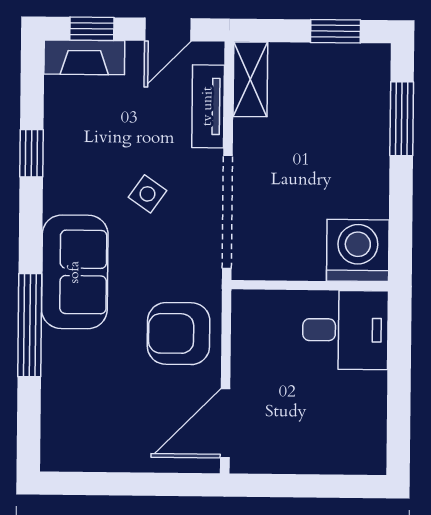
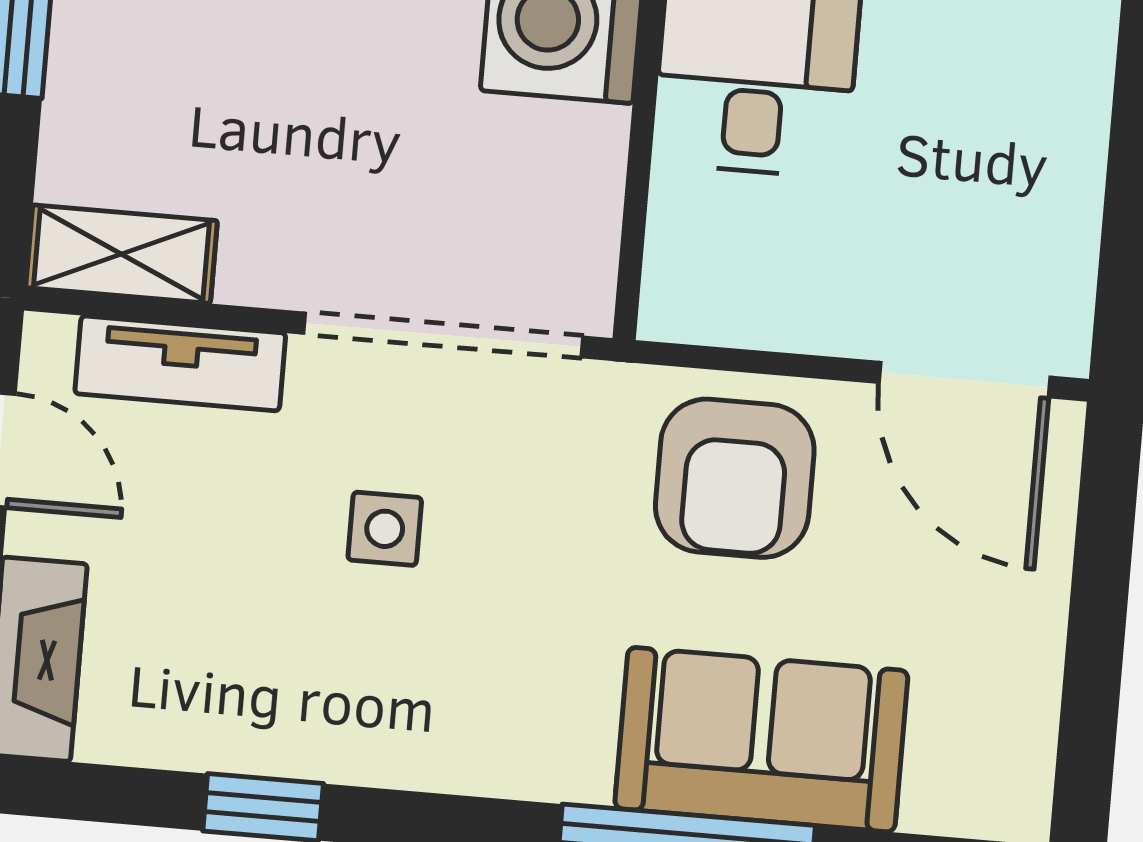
side table: (148, 194) -> (385, 529), turned -35
sofa: (75, 272) -> (761, 740), moved

